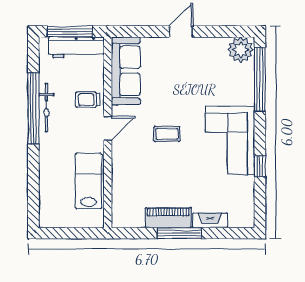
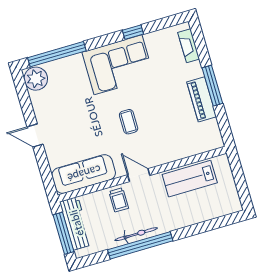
fireplace: (210, 220) -> (189, 46), moved

